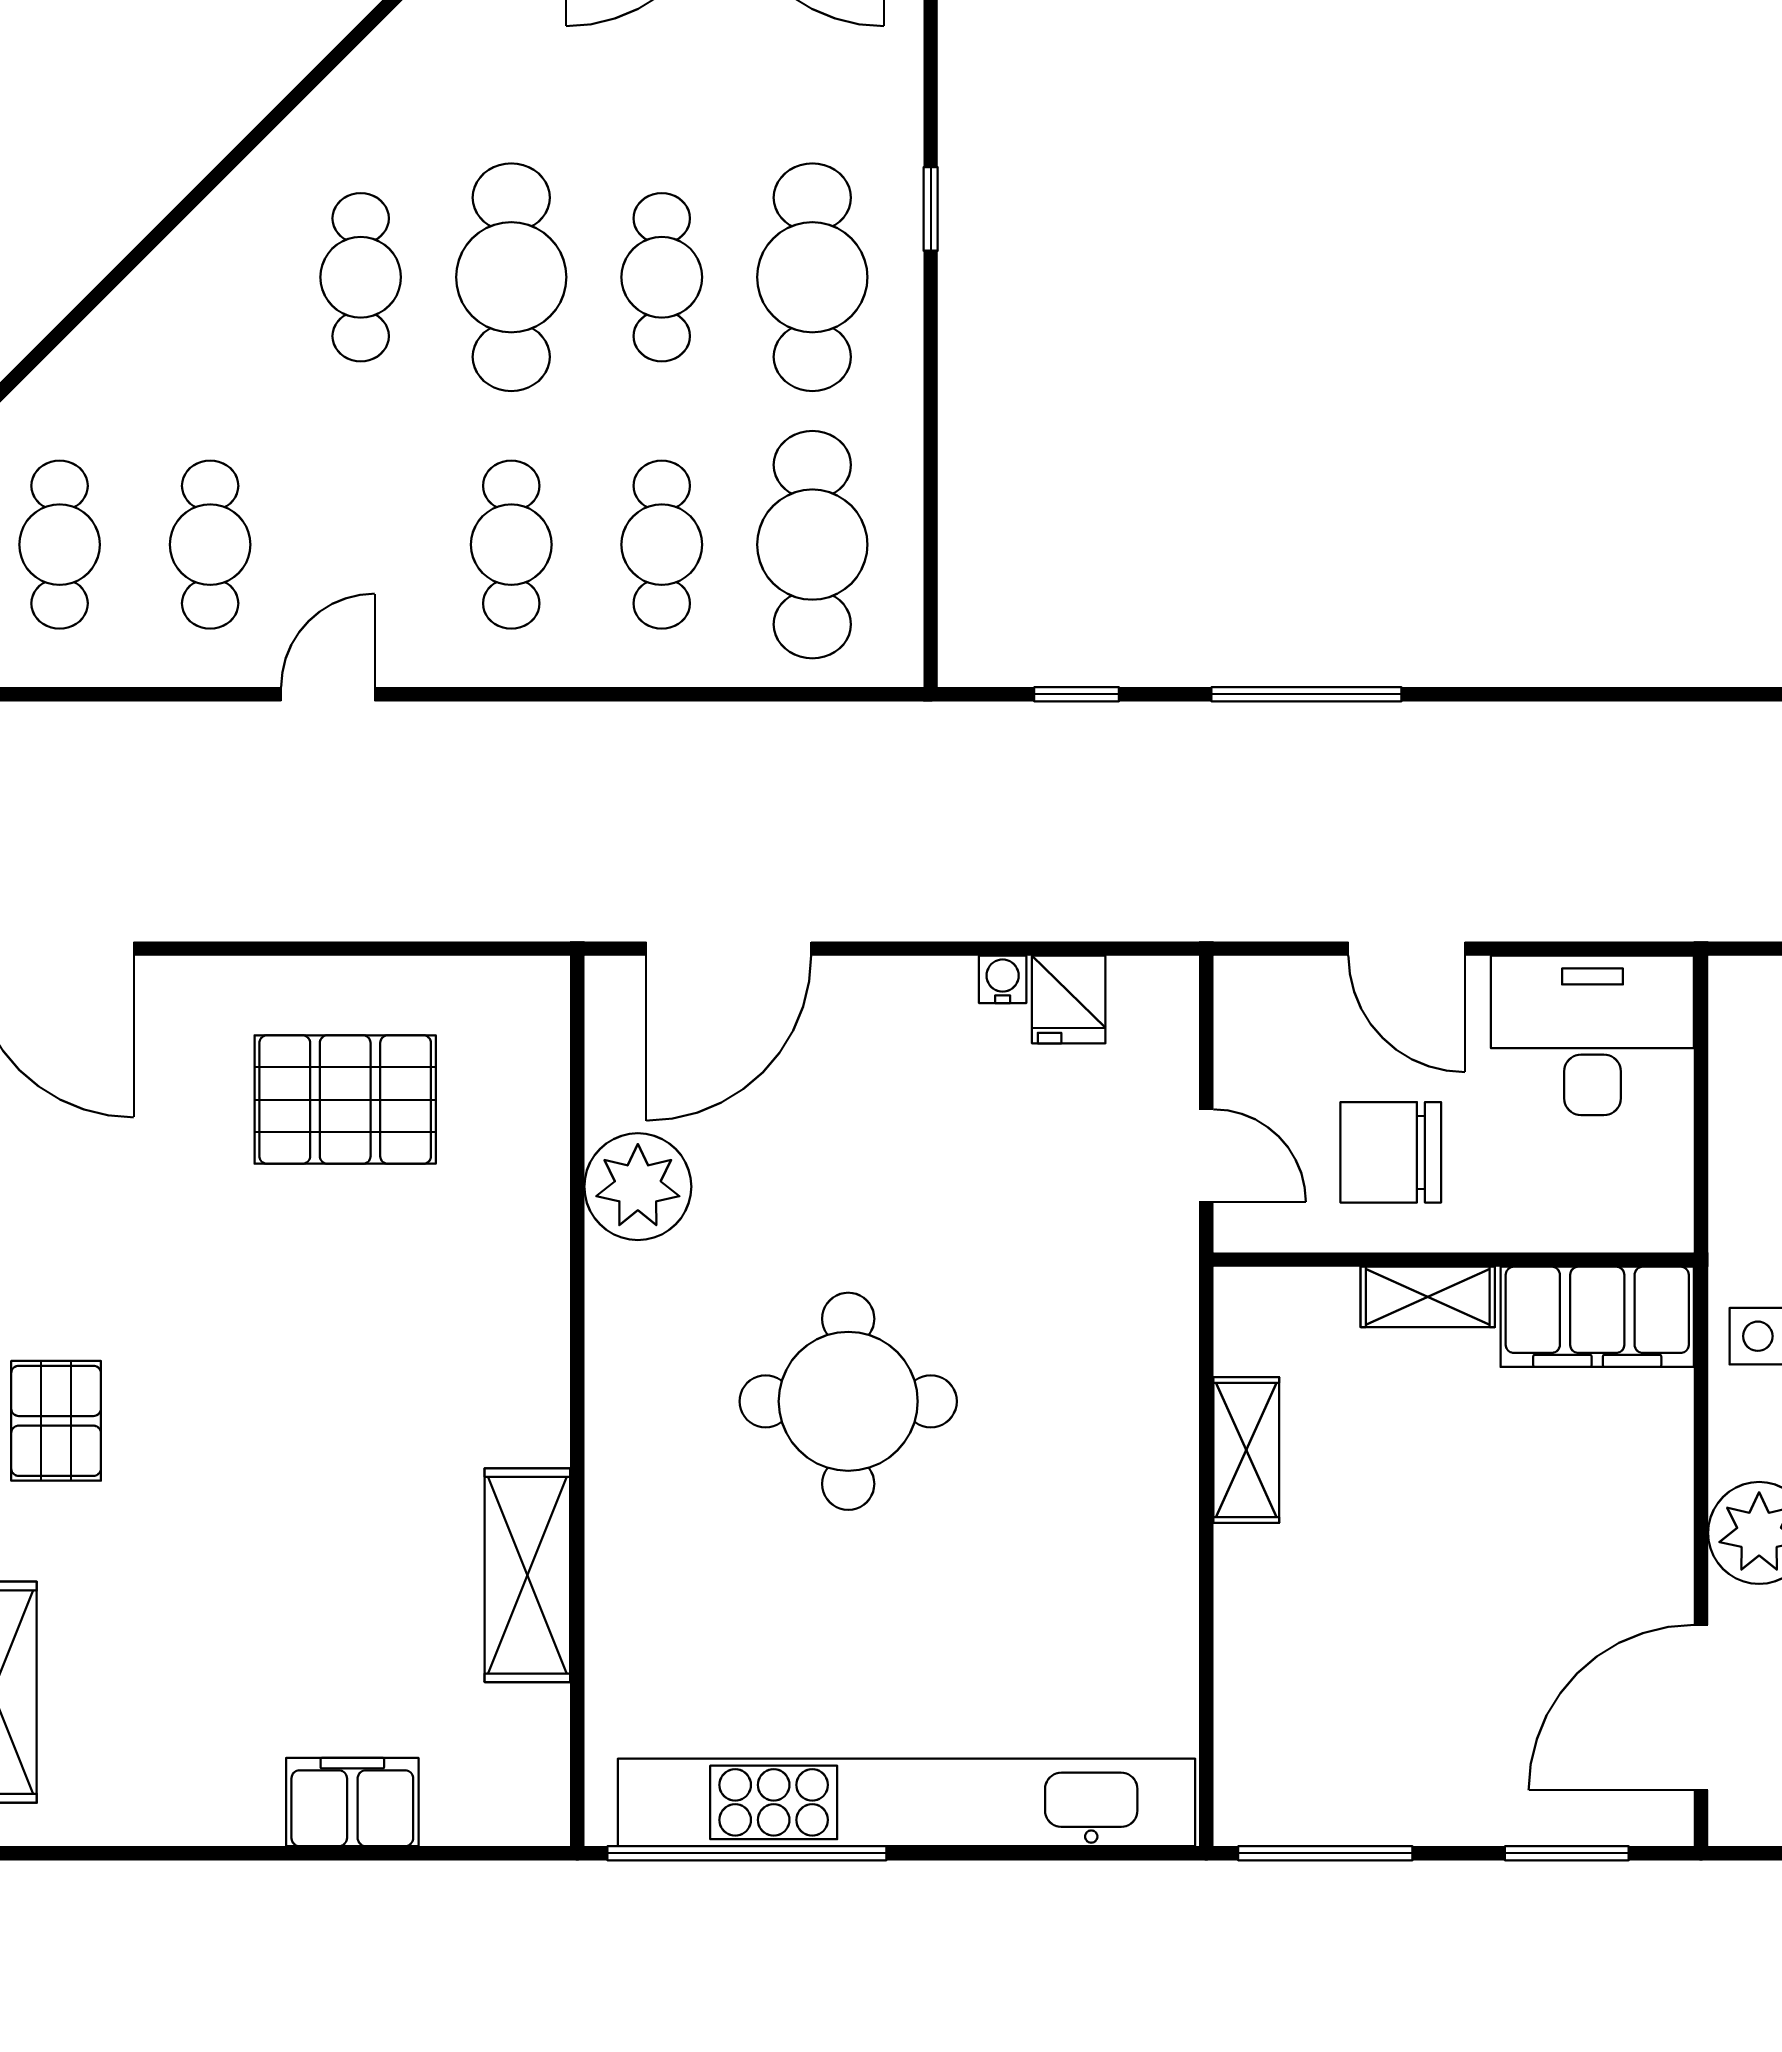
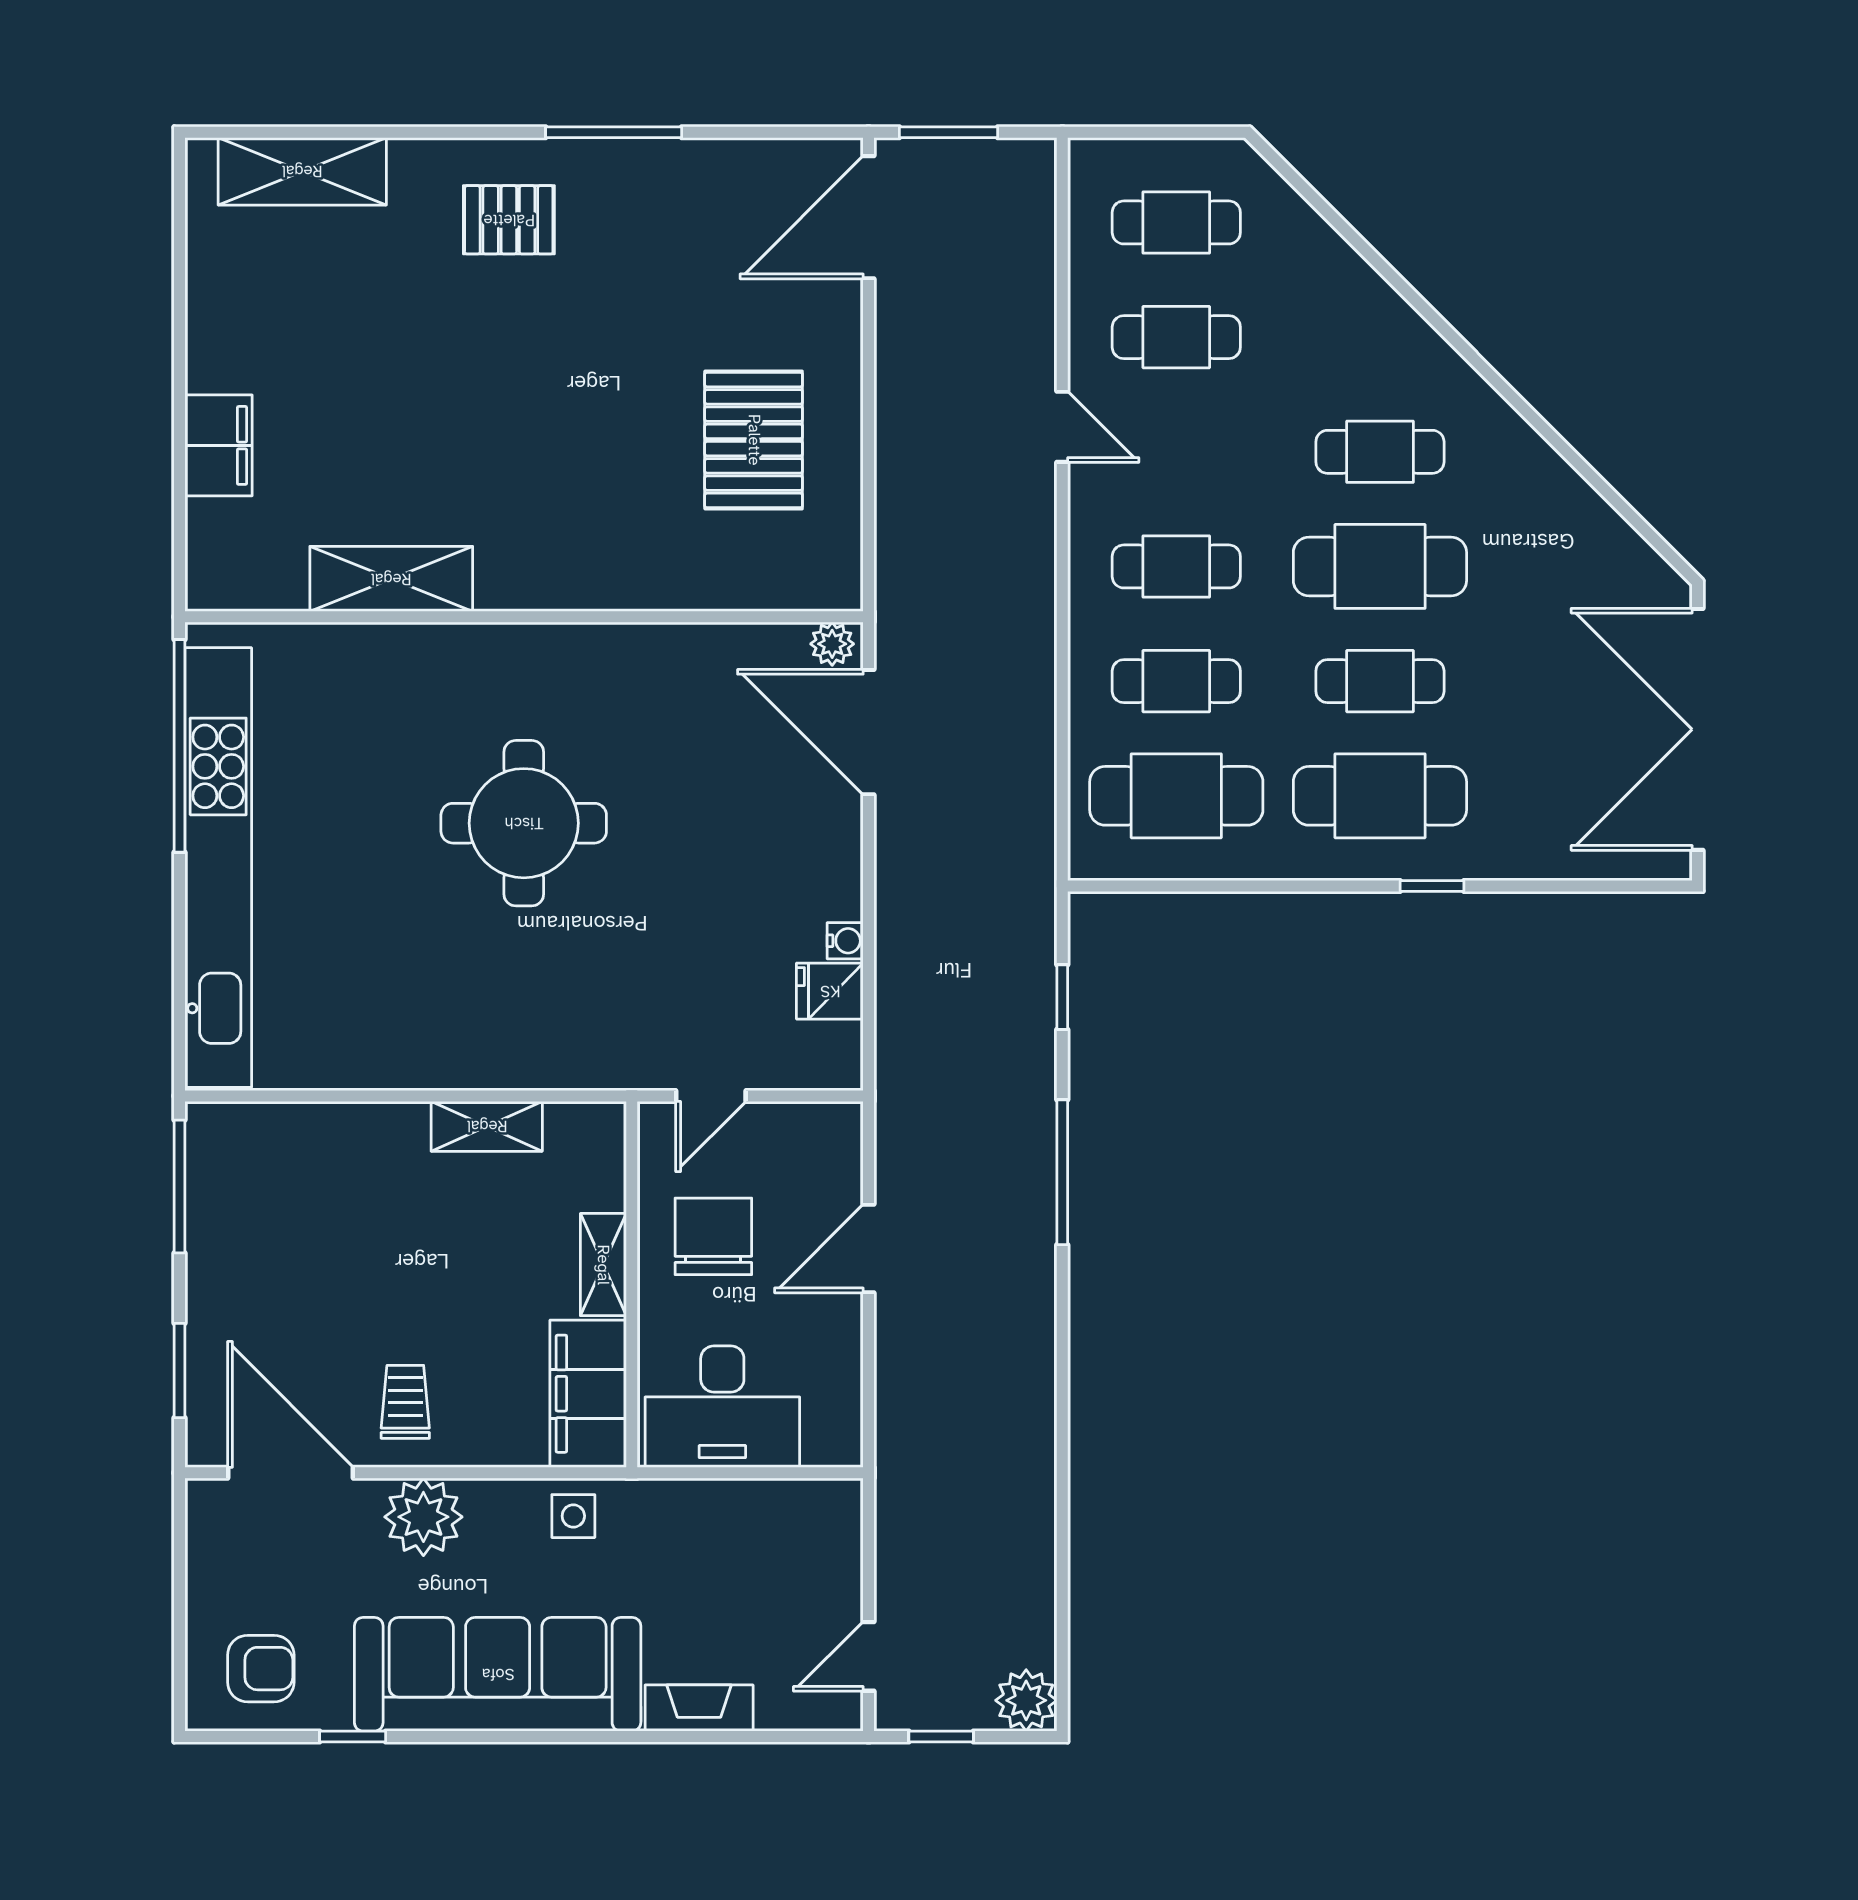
desk: (1592, 1035) -> (722, 1407), moved, turned 90
plant: (638, 1187) -> (832, 644), moved, width x0.53, depth x0.53
trolley: (1608, 1557) -> (405, 1402), added

